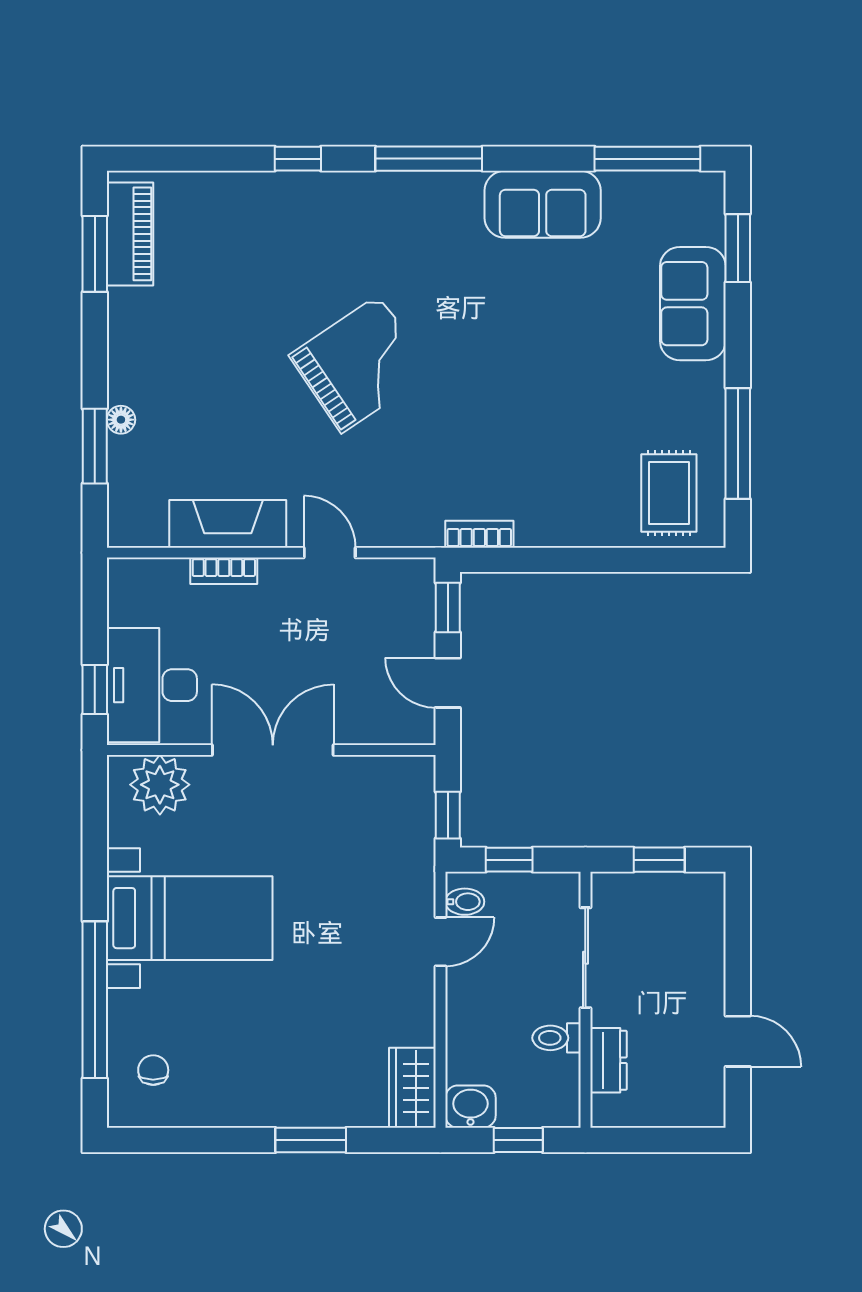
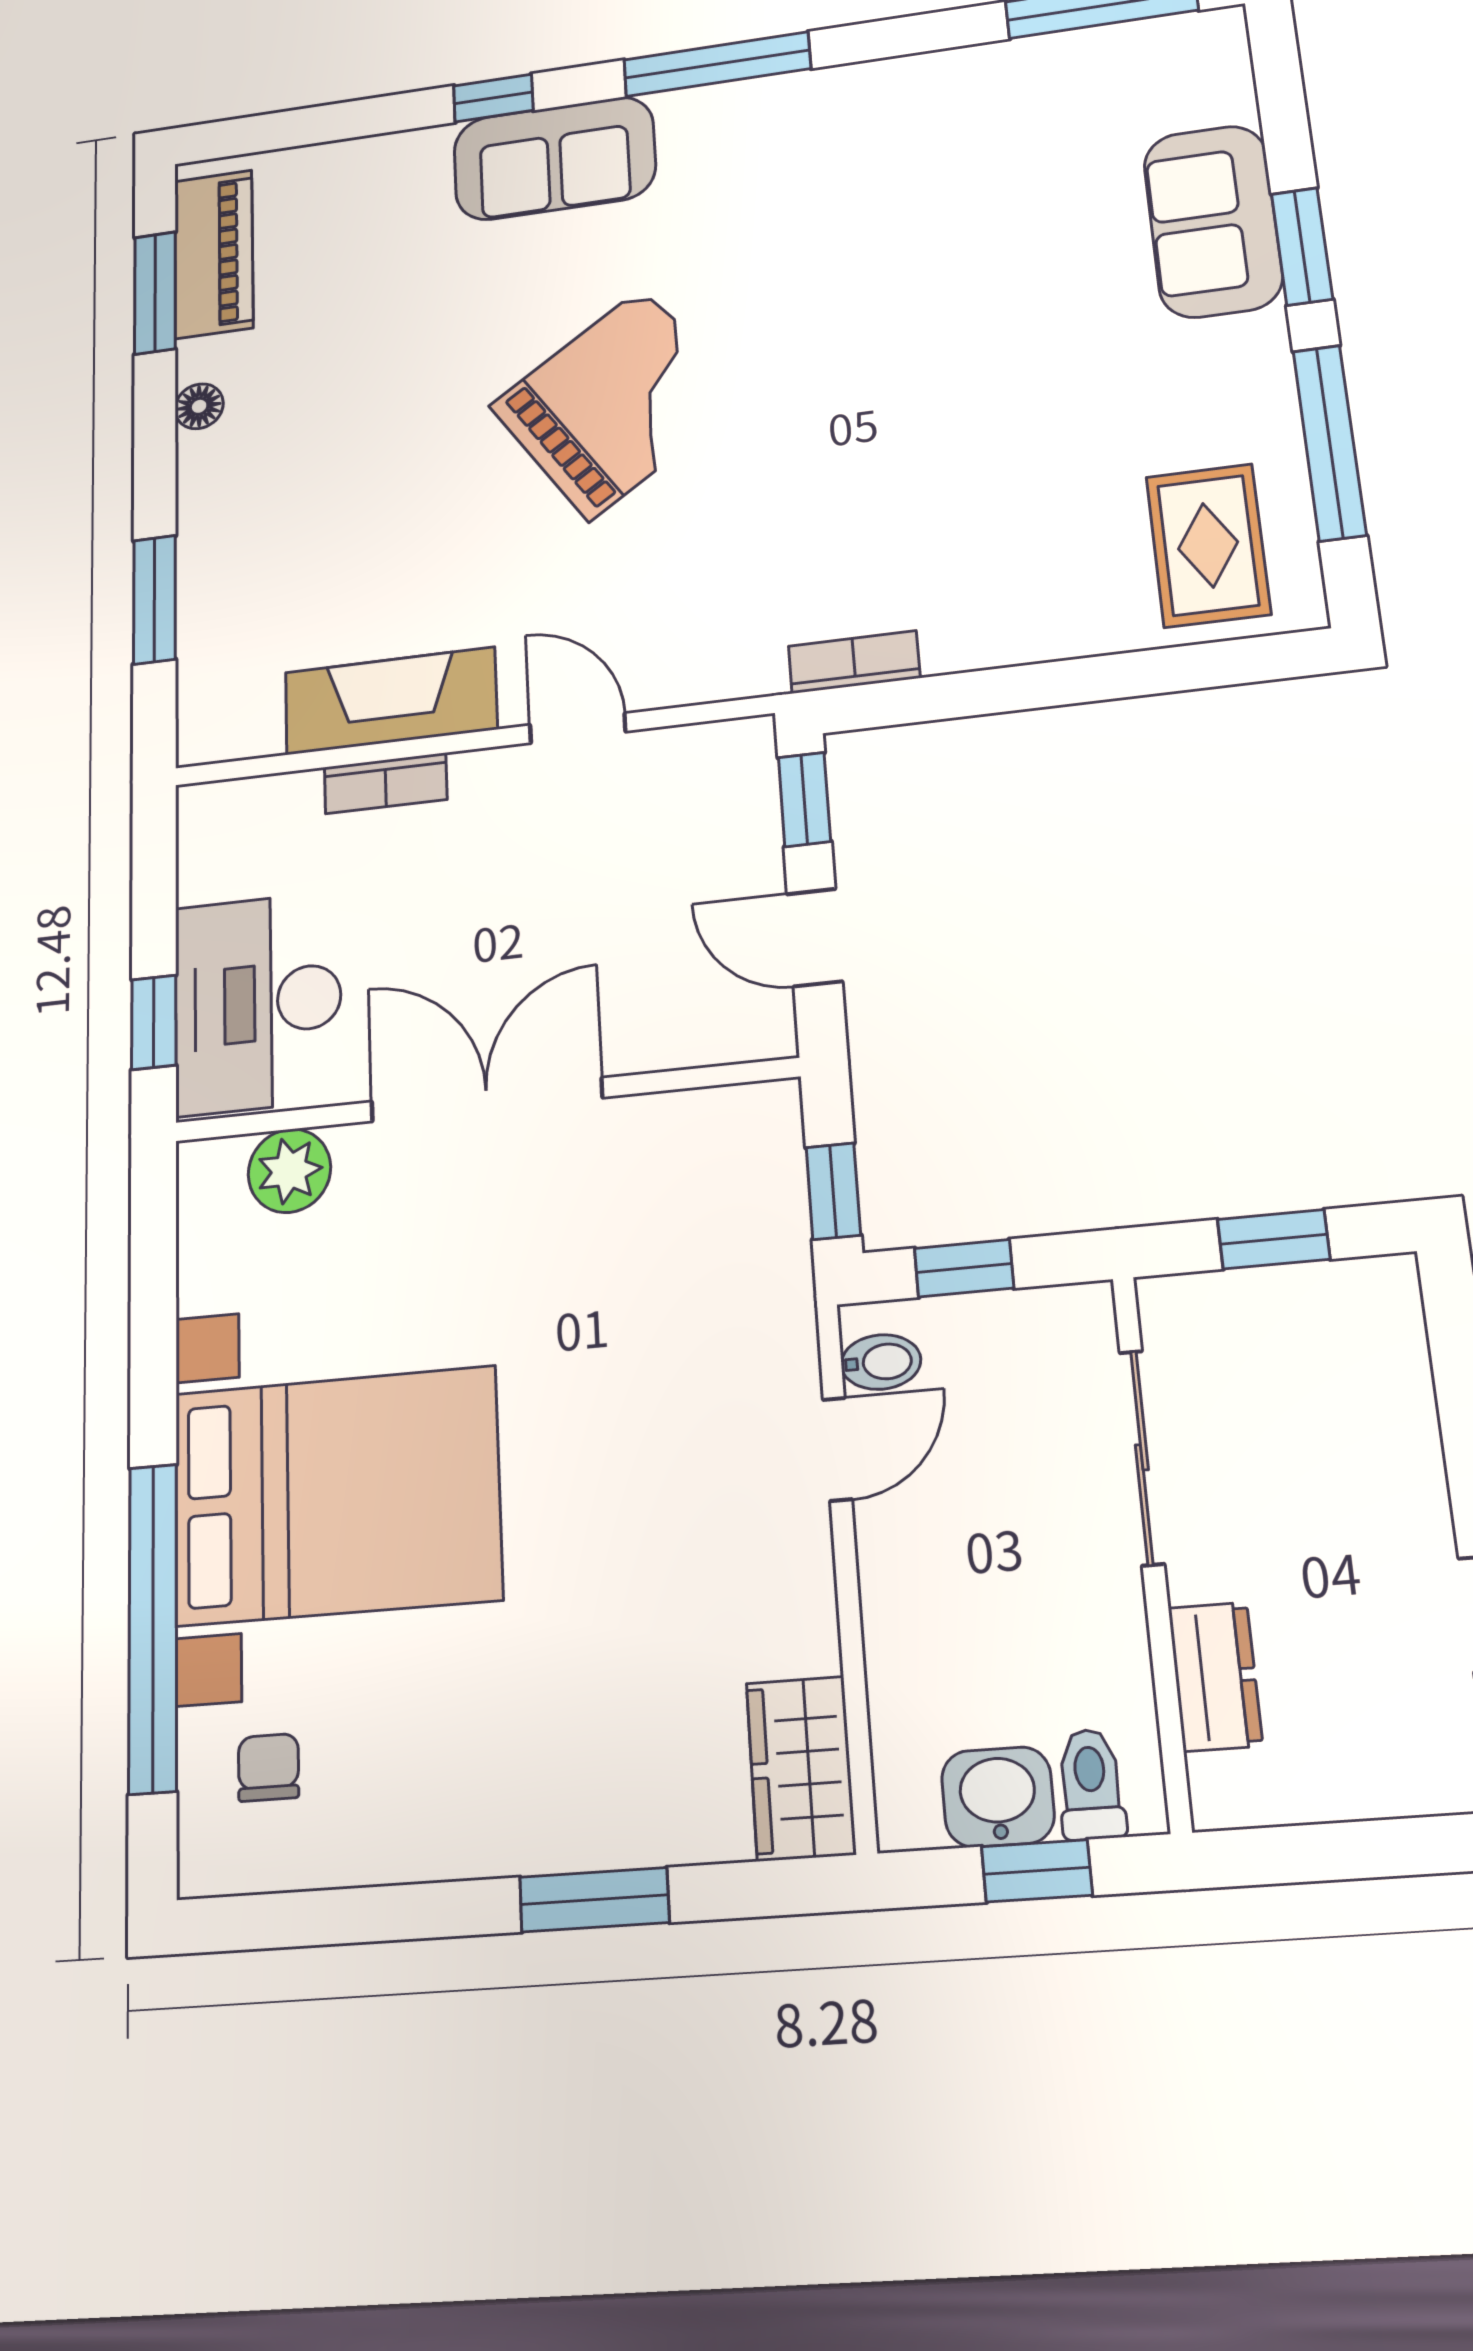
sofa: (543, 204) -> (554, 158), moved
window: (738, 248) -> (1302, 246), moved
floor lamp: (121, 420) -> (199, 406), moved
plant: (160, 785) -> (289, 1171), width x0.73, depth x0.73
bed with nightstands: (190, 918) -> (336, 1495), width x1.36
toilet: (557, 1038) -> (1091, 1784), moved, turned 90
washbasin: (470, 1107) -> (998, 1797), moved

